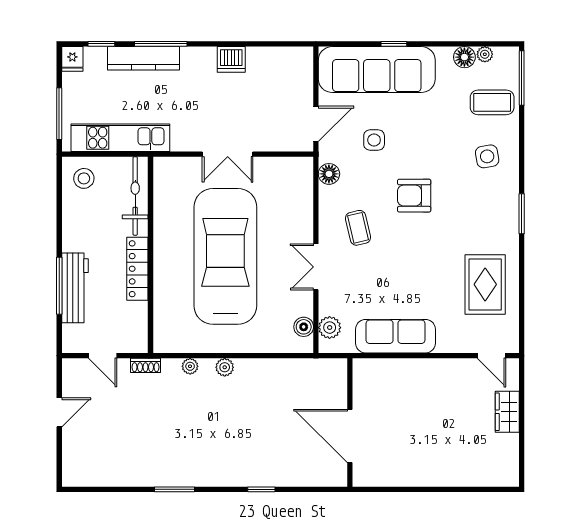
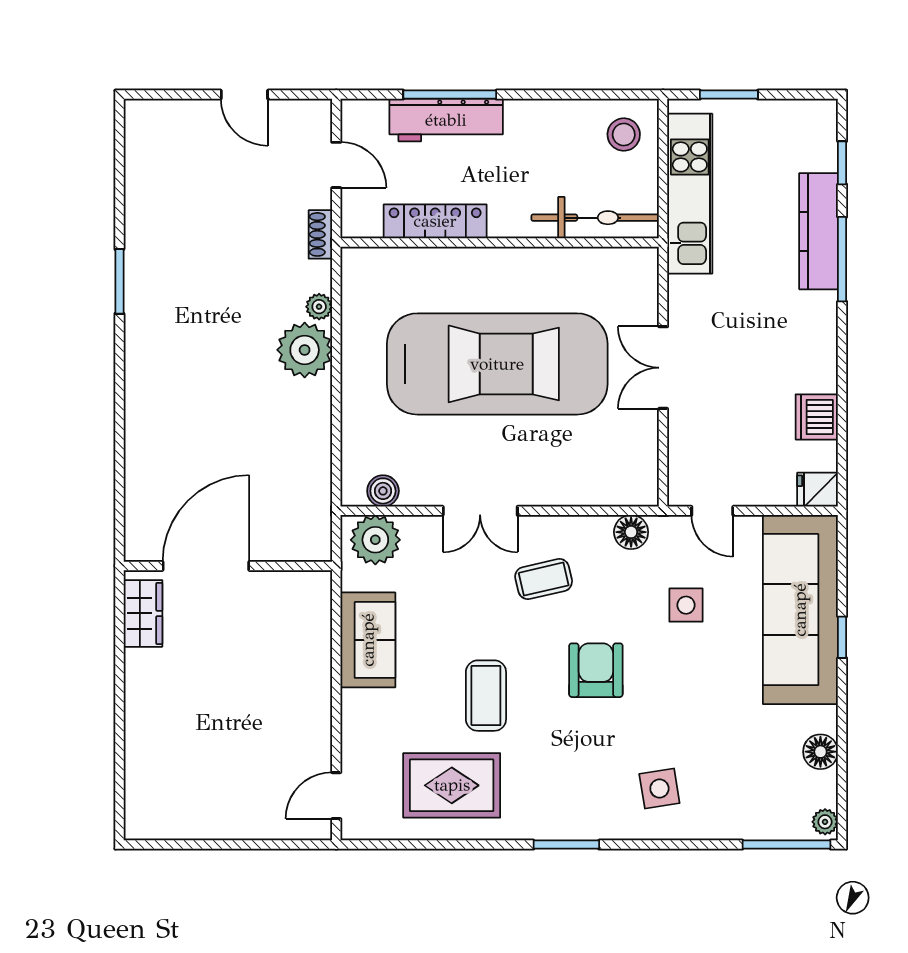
plant: (485, 54) -> (825, 822), moved
fridge: (72, 59) -> (818, 490), moved
dishwasher: (231, 59) -> (817, 417), moved
coffee table: (492, 102) -> (486, 696), moved
window: (59, 114) -> (729, 95), width x0.69
door: (316, 124) -> (712, 511), width x0.73
double door: (316, 267) -> (480, 511), swing flipped
locker: (137, 269) -> (435, 221), moved
plant: (330, 328) -> (375, 540), width x1.36, depth x1.36
sofa: (396, 336) -> (368, 640), width x0.73
door: (103, 356) -> (336, 165), swing flipped
plant: (225, 367) -> (305, 350), width x1.88, depth x1.88
wardrobe: (507, 412) -> (143, 613), moved, turned 90
window: (261, 489) -> (119, 422), removed

